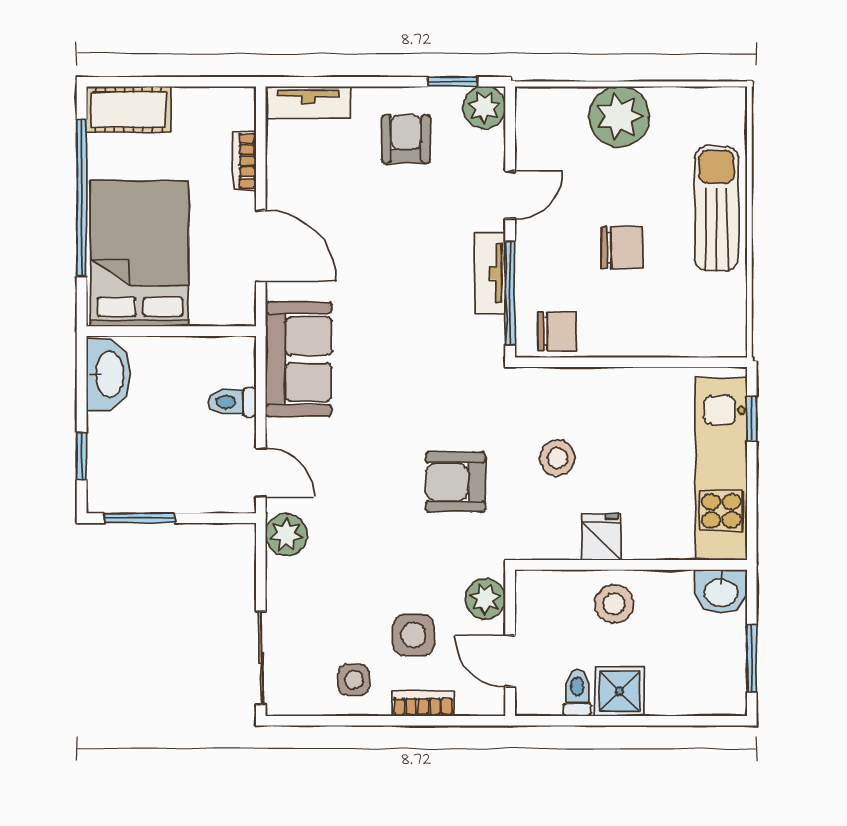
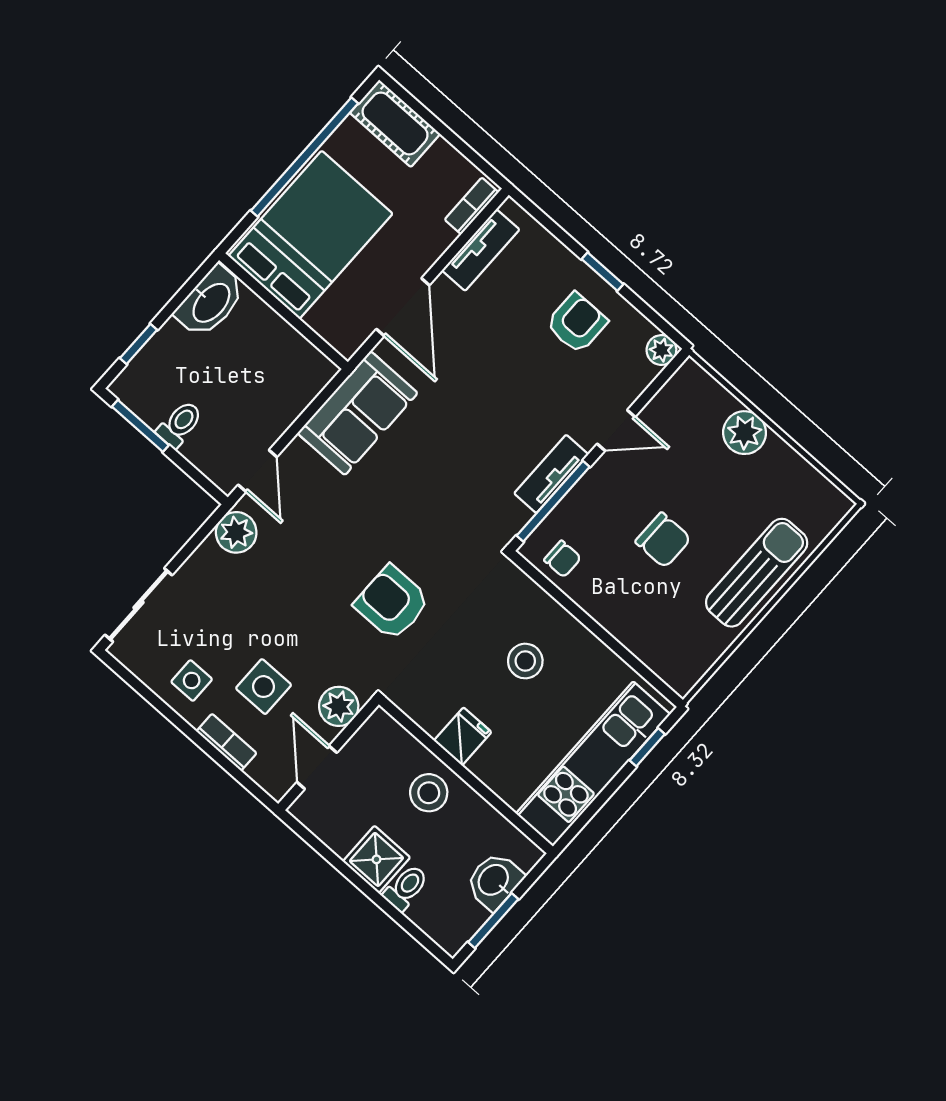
window: (452, 82) -> (602, 272), moved
tv unit: (308, 103) -> (481, 250), moved, turned -90
plant: (484, 108) -> (661, 350), width x0.73, depth x0.73
plant: (619, 117) -> (745, 433), width x0.73, depth x0.73
bookcase: (244, 161) -> (472, 206), moved
chair: (557, 331) -> (563, 559), width x0.73, depth x0.73
toilet: (232, 402) -> (180, 424), moved, turned 90
stool: (558, 458) -> (525, 661), moved
washbasin: (721, 592) -> (494, 881), moved, turned 90
toilet: (577, 693) -> (406, 888), moved

